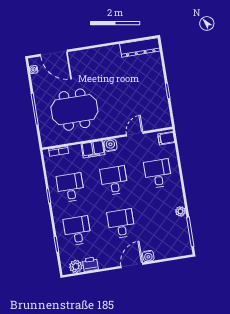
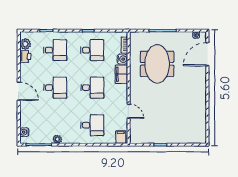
dresser: (140, 47) -> (200, 127), removed
water cooler: (111, 145) -> (122, 59), moved
water cooler: (148, 256) -> (24, 132), moved

